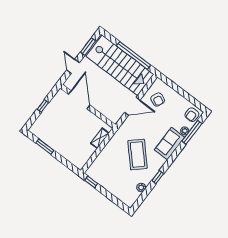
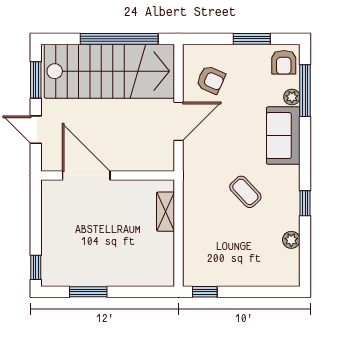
window: (186, 96) -> (252, 39), added
window: (43, 106) -> (36, 267), moved
coffee table: (137, 155) -> (245, 192), width x0.54, depth x0.58

